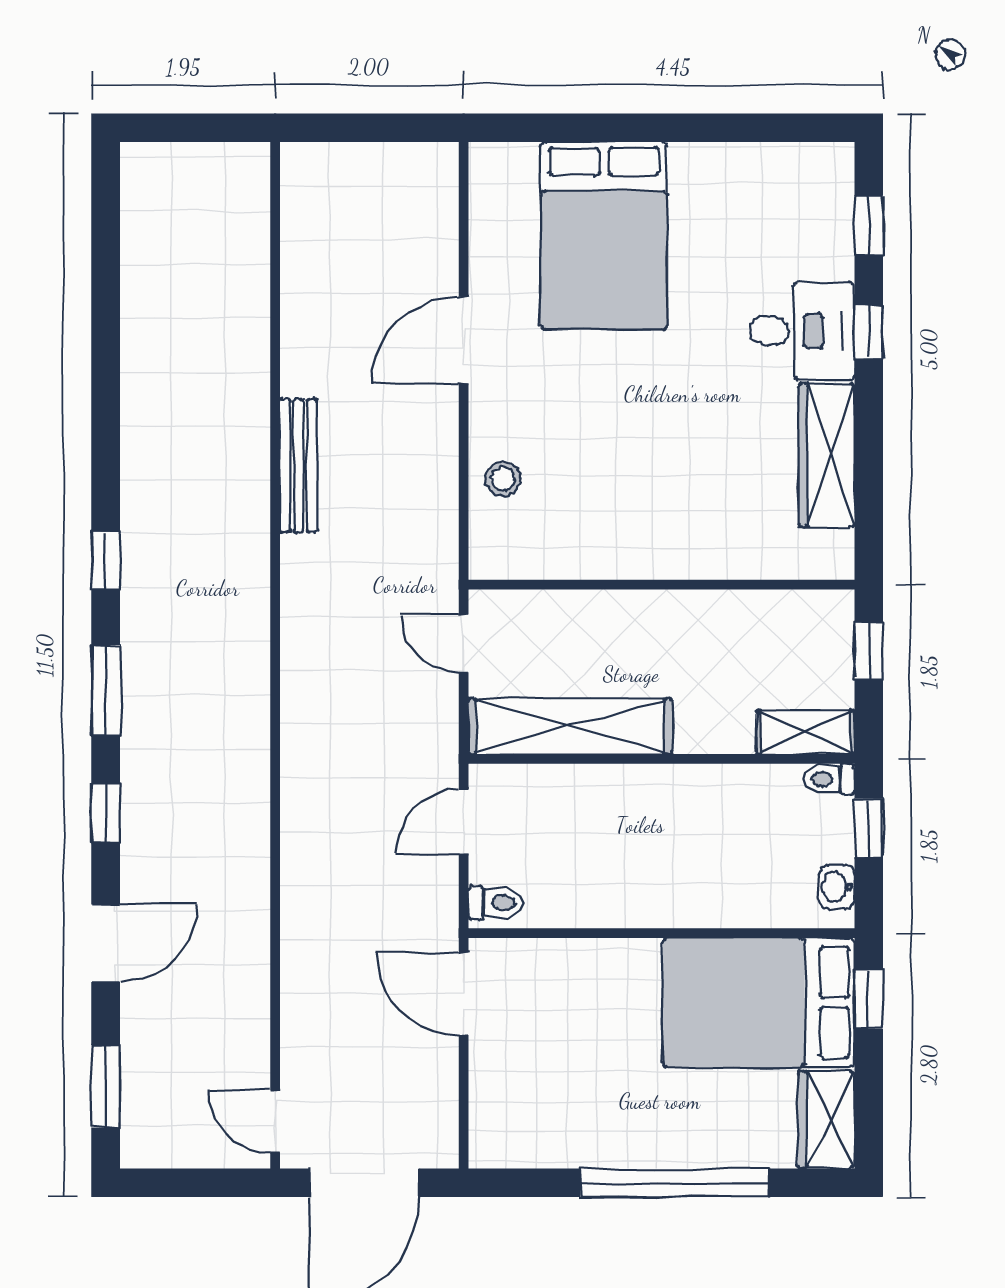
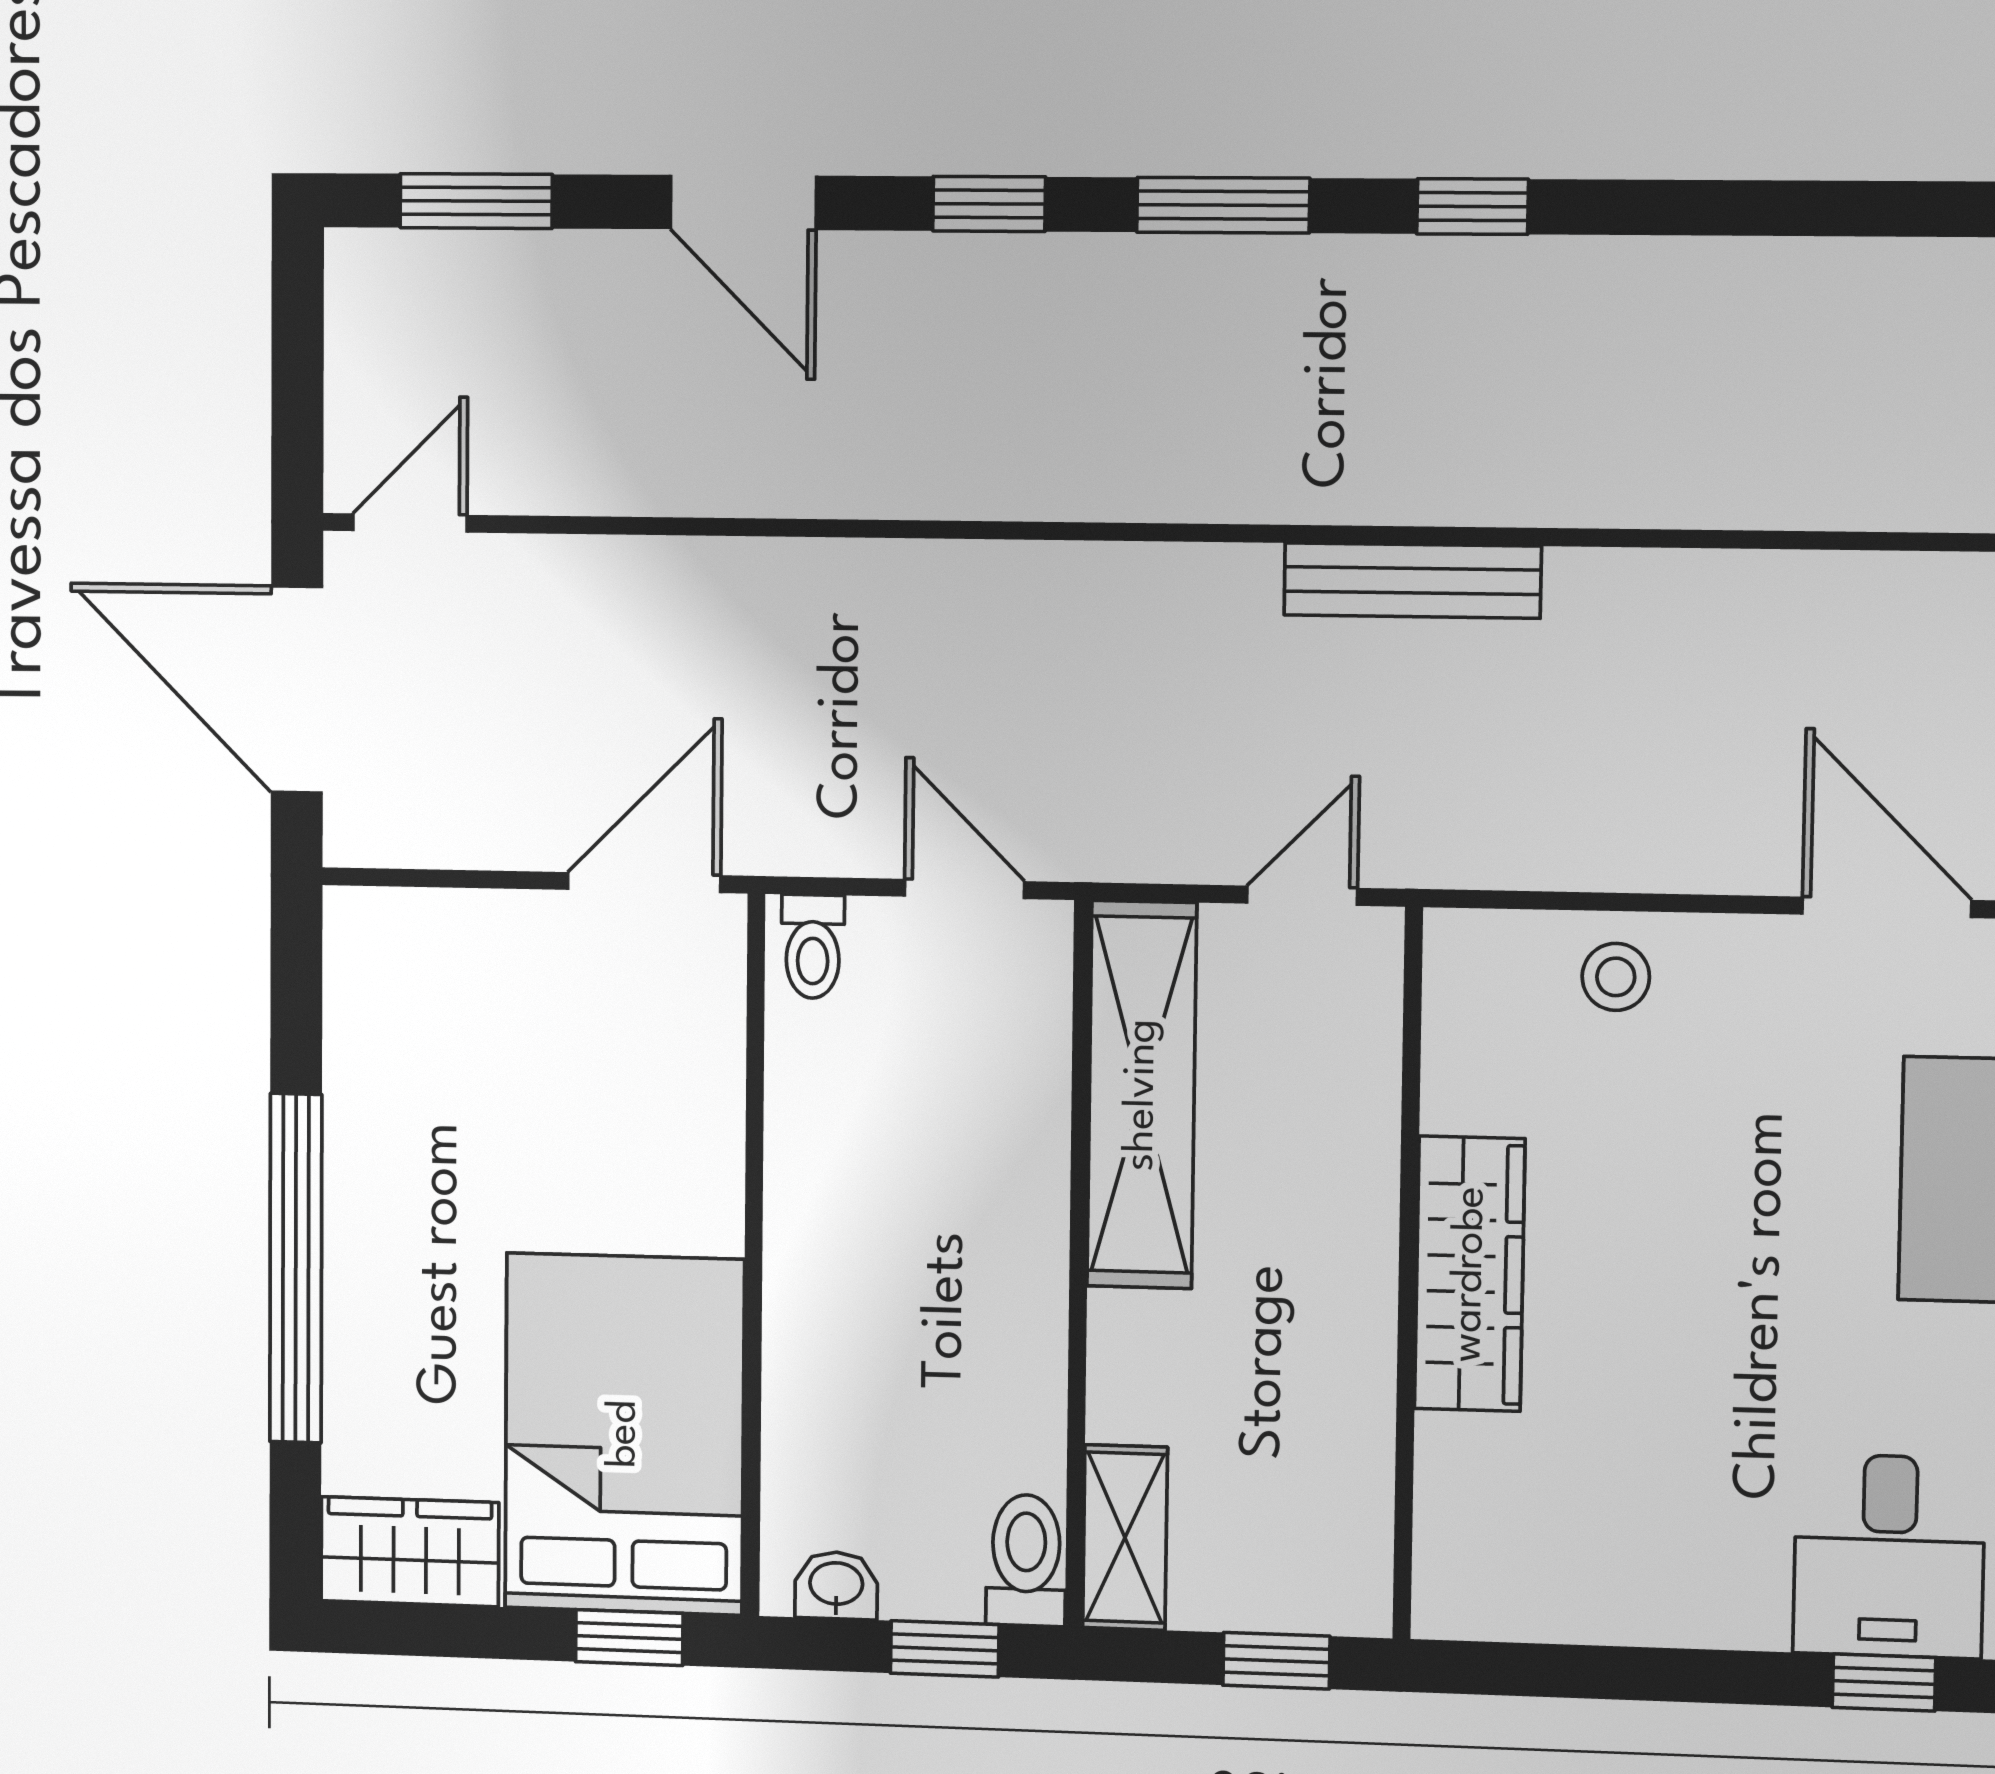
wardrobe: (827, 455) -> (1470, 1274), moved, turned 90
bench: (299, 466) -> (1412, 581), moved
toilet: (829, 779) -> (1026, 1560), width x1.37, depth x1.39

